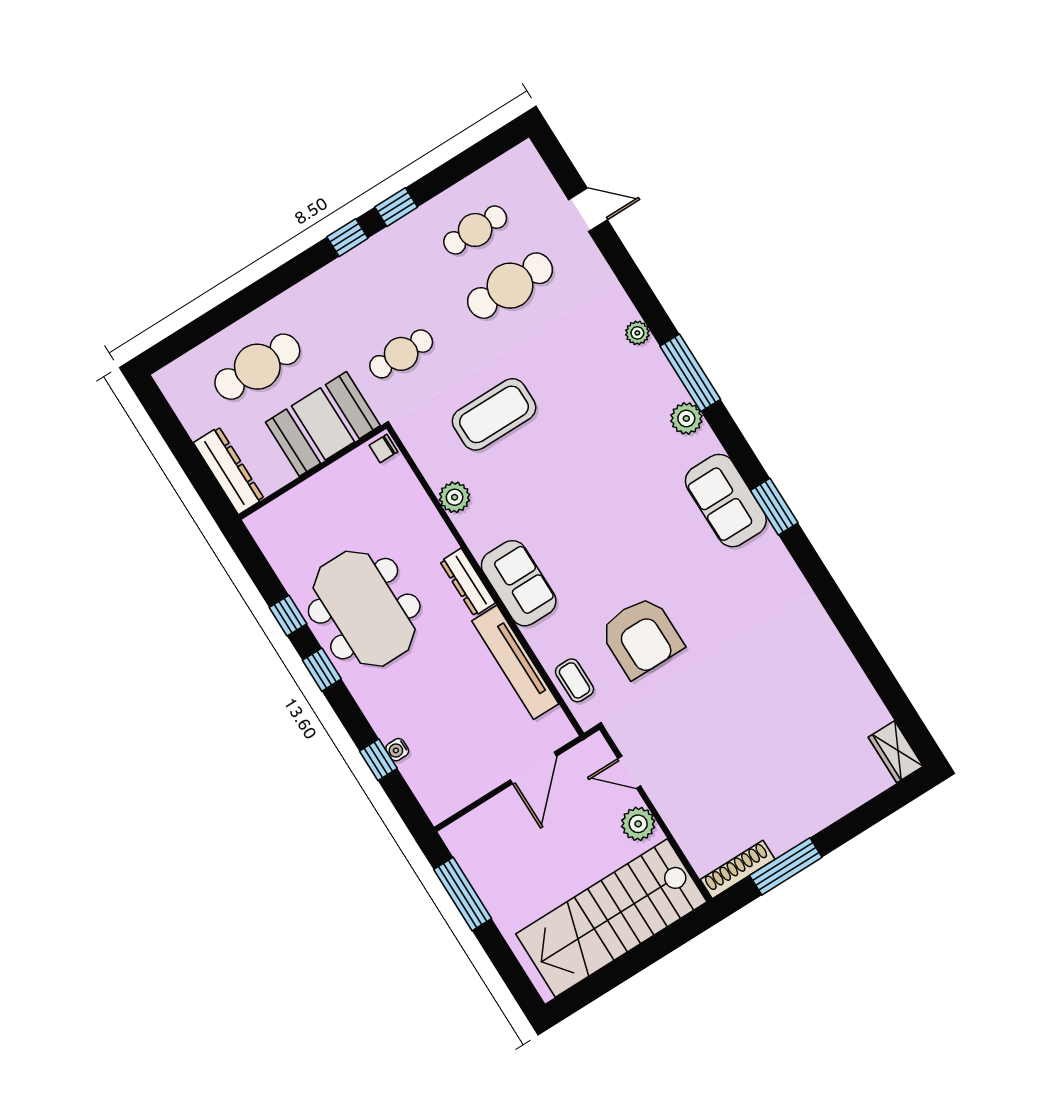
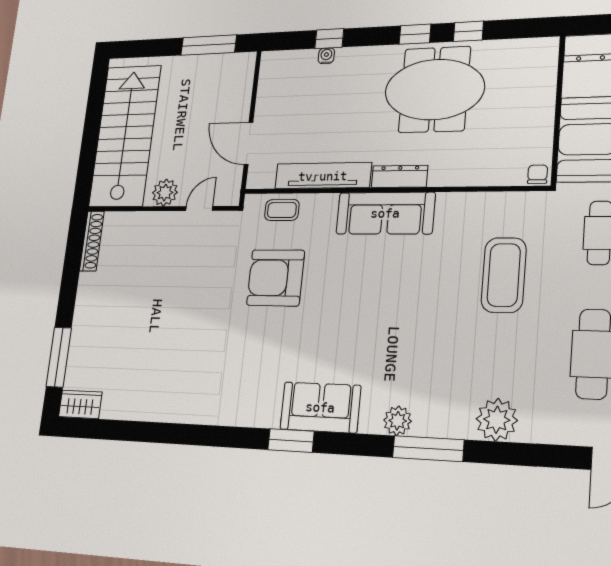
plant: (637, 333) -> (497, 420), width x1.87, depth x1.87
plant: (455, 497) -> (465, 205), removed
sofa: (519, 583) -> (385, 213), width x1.36
window: (786, 866) -> (59, 357), moved

